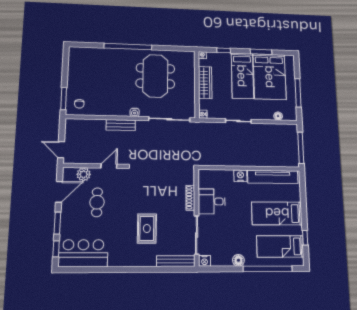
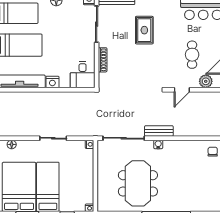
wardrobe: (205, 83) -> (87, 178), removed
bench: (121, 125) -> (159, 131), moved
desk: (212, 201) -> (83, 75), moved, turned 90

